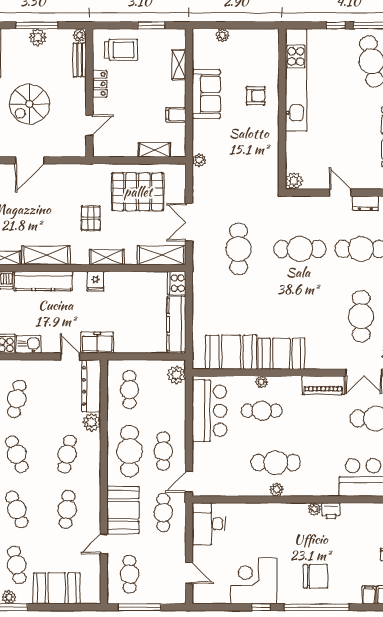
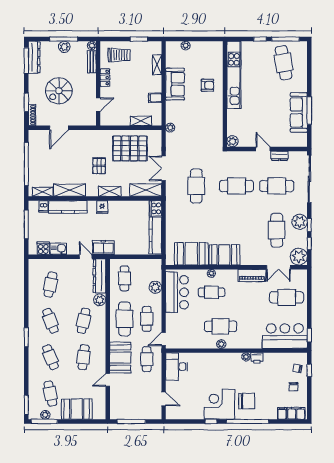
plant: (176, 375) -> (155, 287), moved
cafe table: (130, 574) -> (125, 400), removed
corner desk: (254, 581) -> (219, 404), moved

